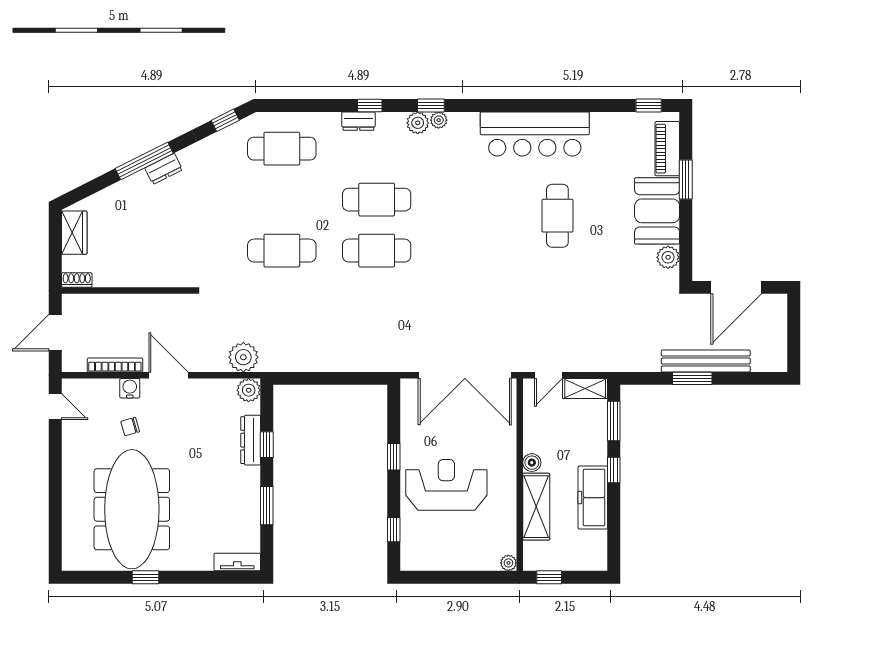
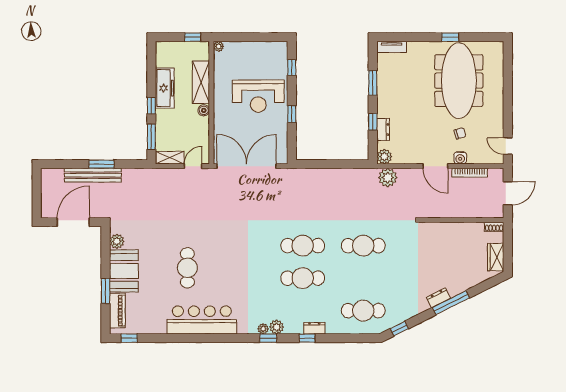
dresser: (251, 440) -> (383, 130), width x0.70

